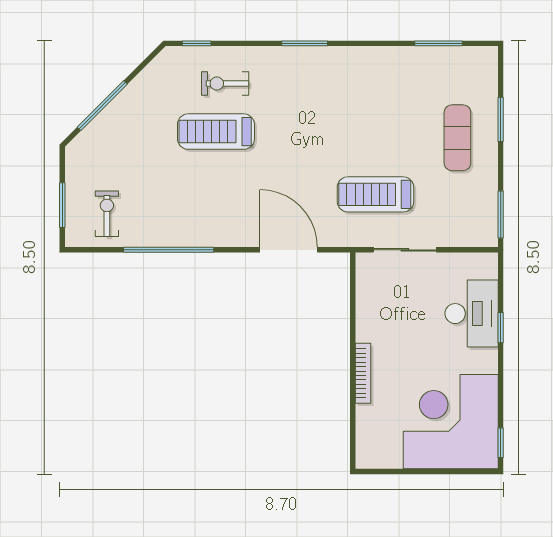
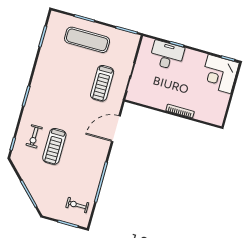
exercise mat: (457, 138) -> (87, 40), width x1.36, depth x1.45
corner desk: (451, 422) -> (220, 74), width x0.74, depth x0.74

